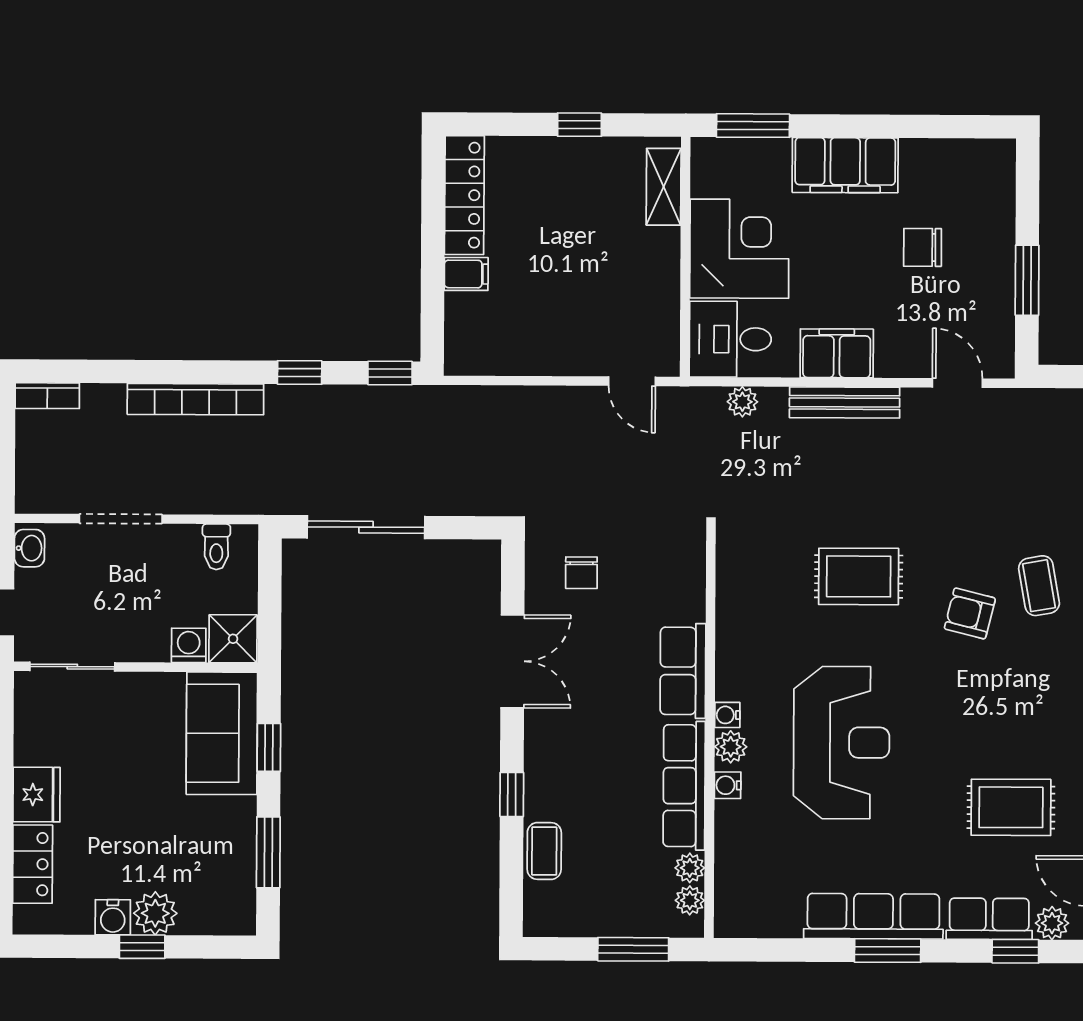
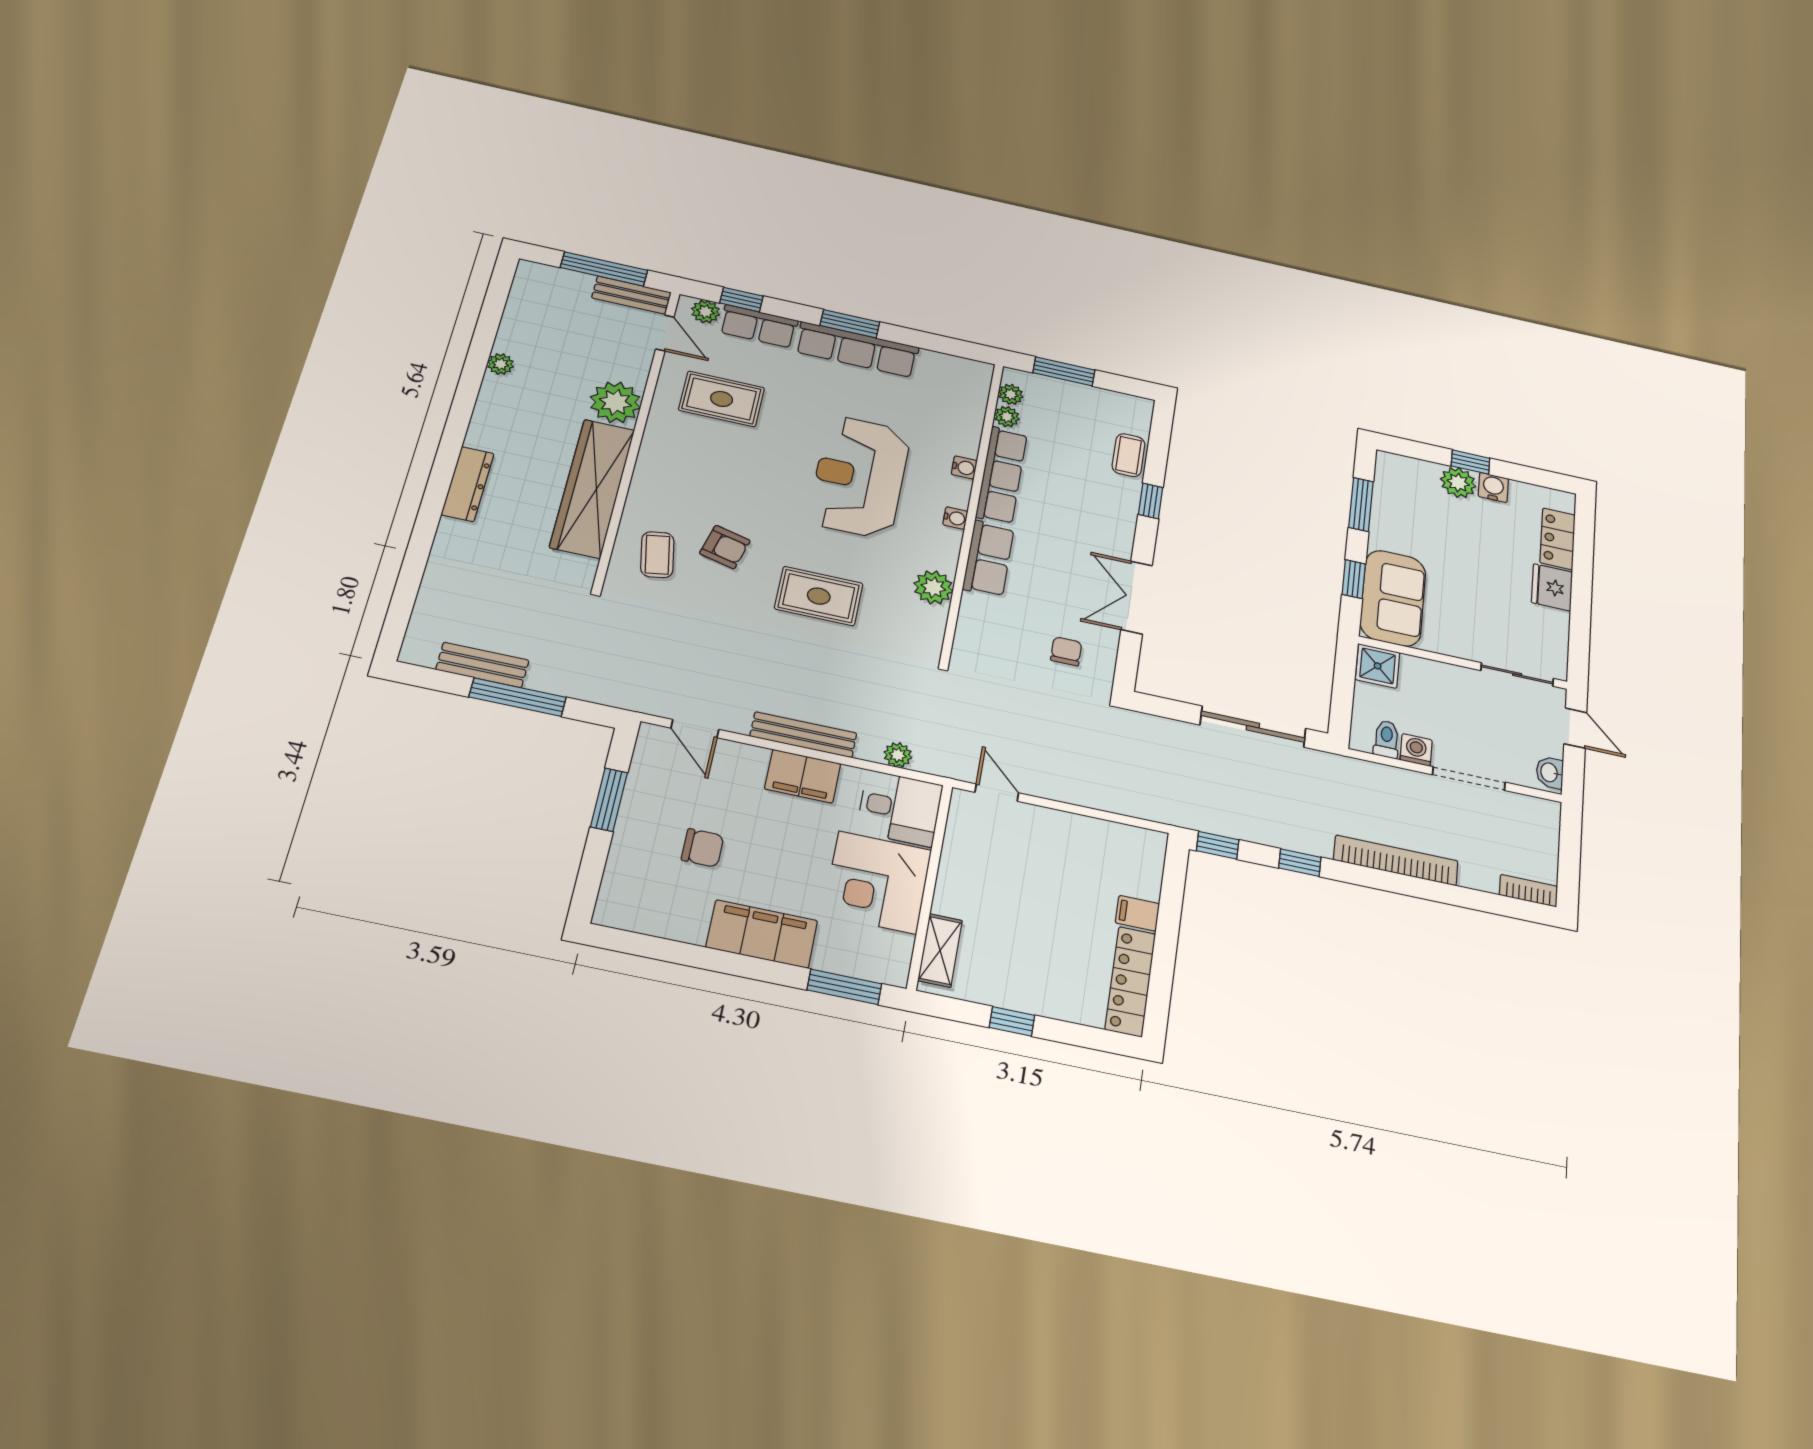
washing machine: (189, 645) -> (1416, 750), moved, turned 180
plant: (731, 747) -> (933, 587), moved, width x1.38, depth x1.38

